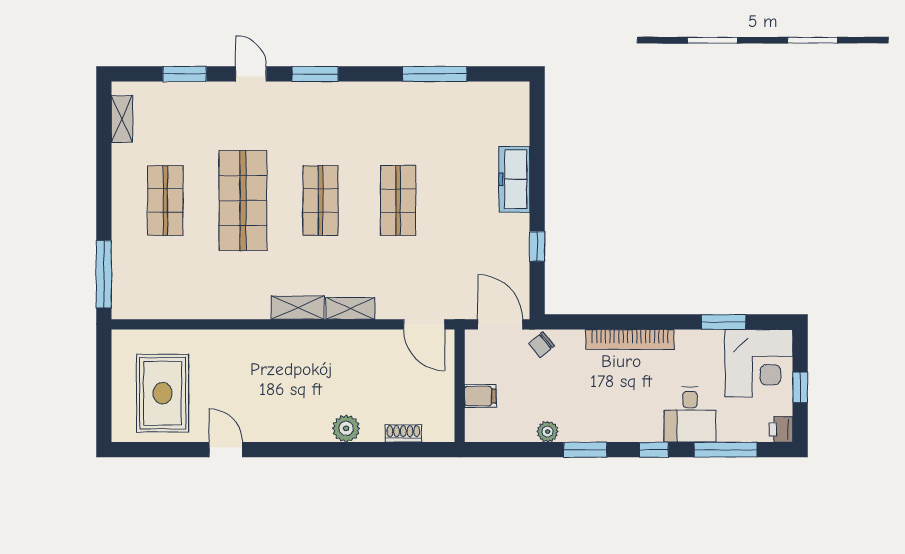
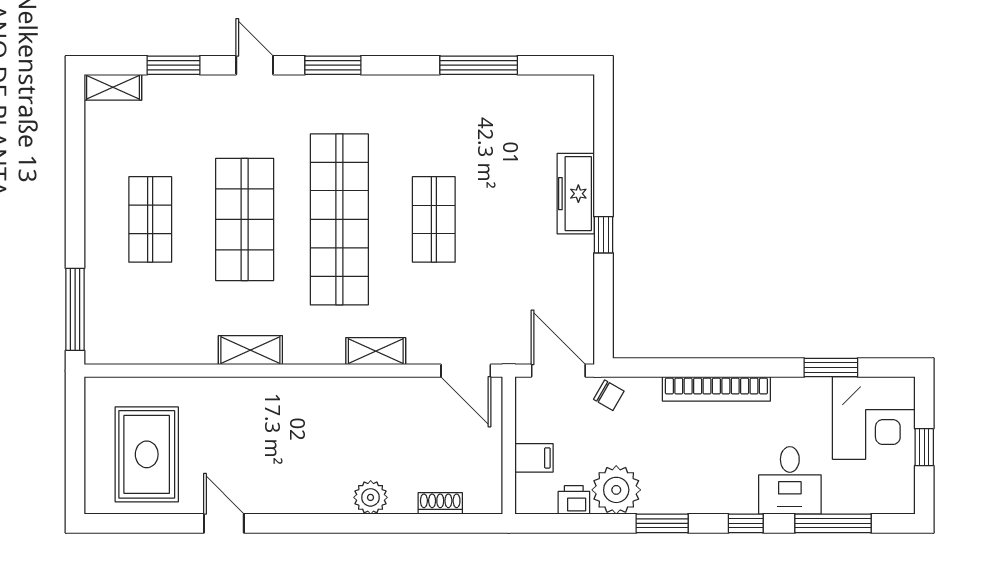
shelving: (122, 119) -> (113, 87), moved, turned 90
shop shelf: (320, 200) -> (339, 219), width x2.00, depth x1.36
window: (537, 246) -> (603, 235), moved
shelving: (298, 308) -> (250, 350), moved
chair: (542, 345) -> (609, 395), turned -111
printer: (781, 429) -> (574, 500), moved, turned 90
plant: (548, 432) -> (616, 490), width x1.87, depth x1.87

